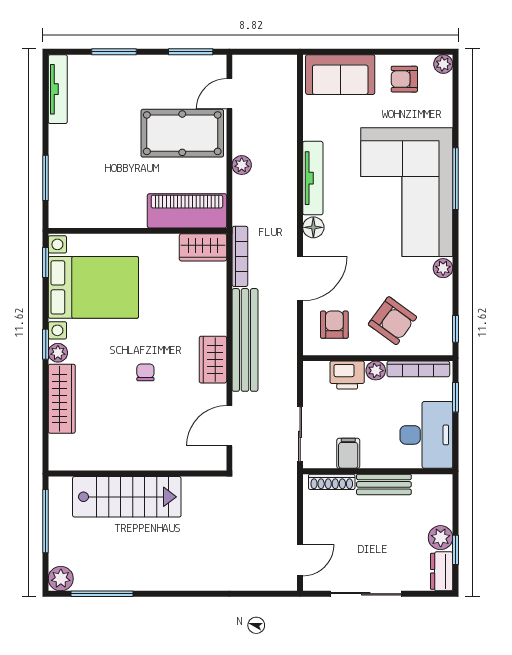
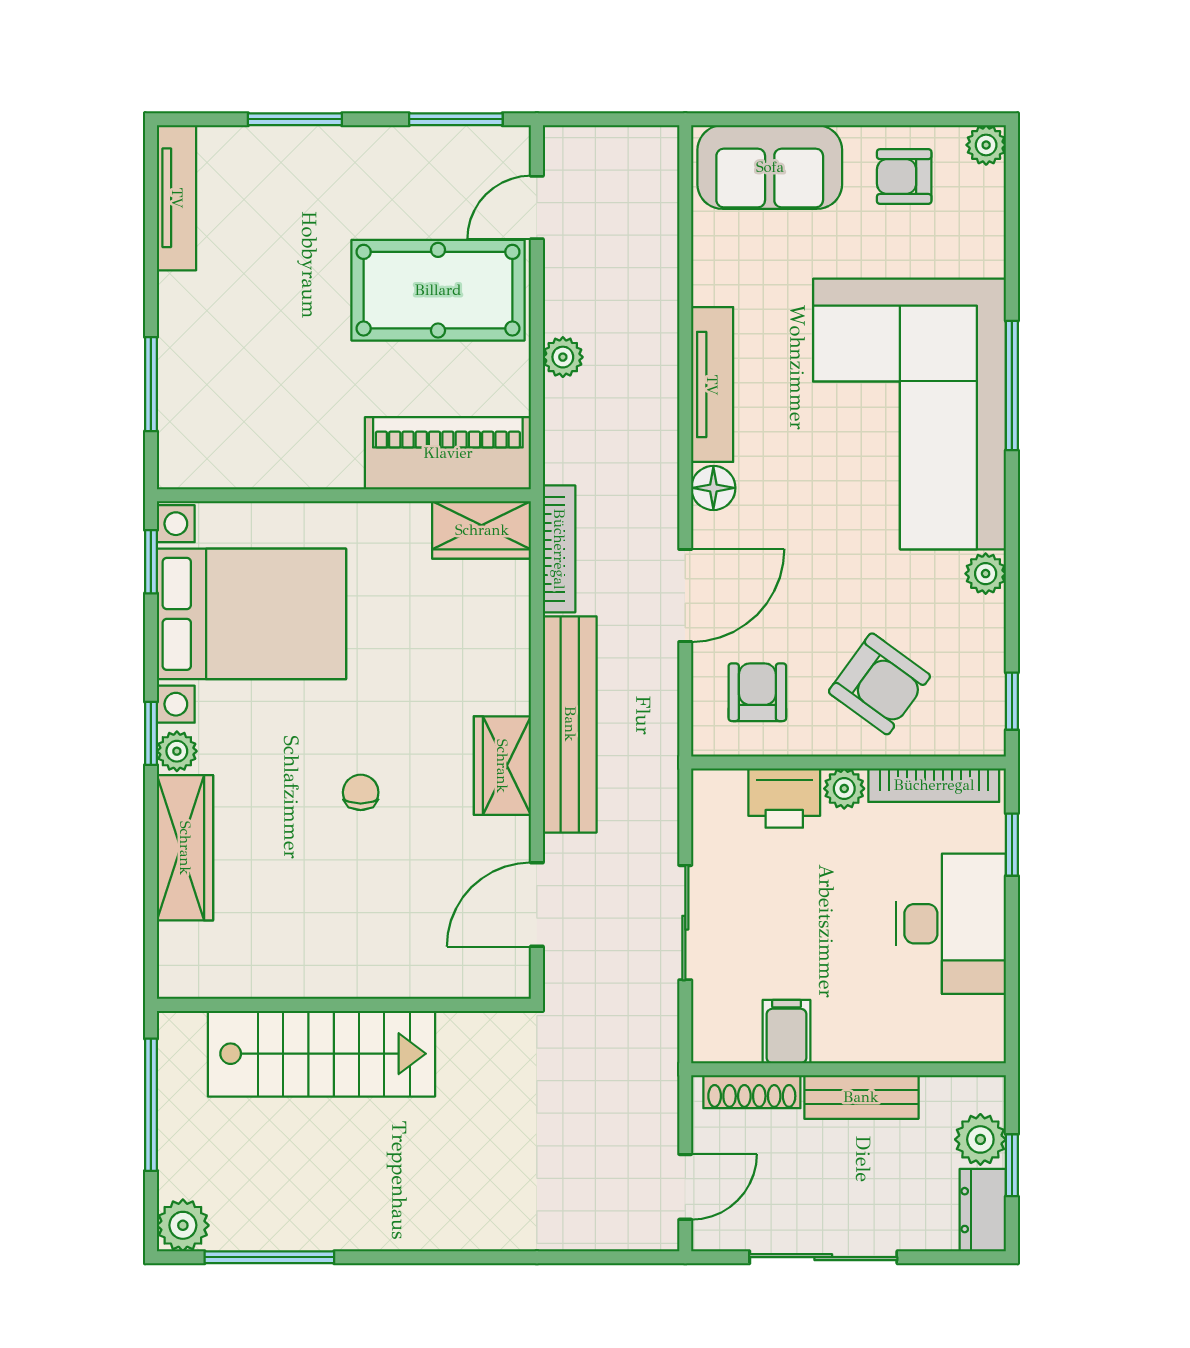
filing cabinet: (348, 453) -> (787, 1032), moved
wall: (378, 471) -> (849, 1069), moved
shoe rack: (332, 482) -> (752, 1092), moved
bench: (384, 484) -> (861, 1097), moved

